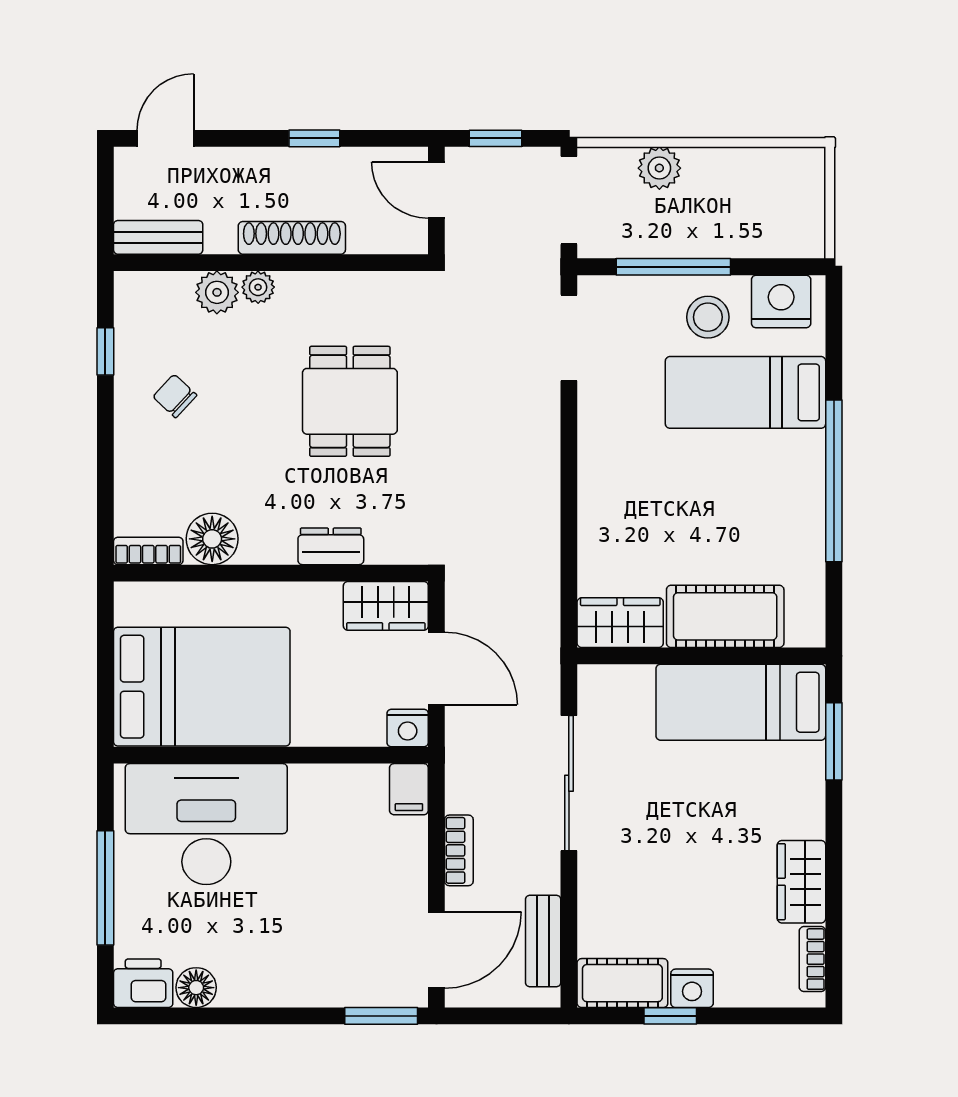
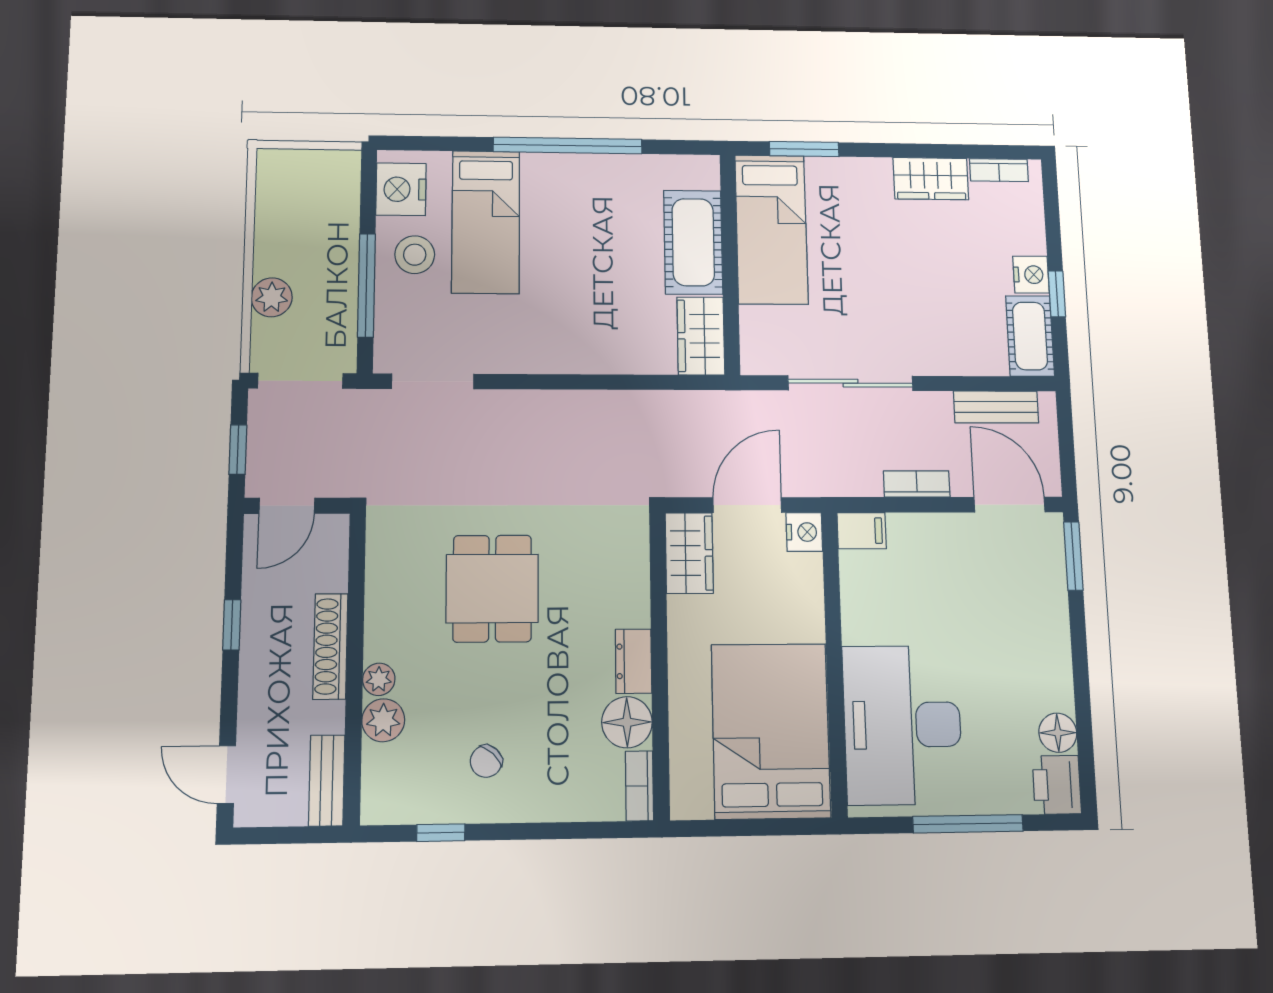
dining table: (350, 401) -> (492, 588), turned 90
dresser: (331, 546) -> (634, 661), moved

